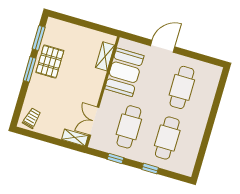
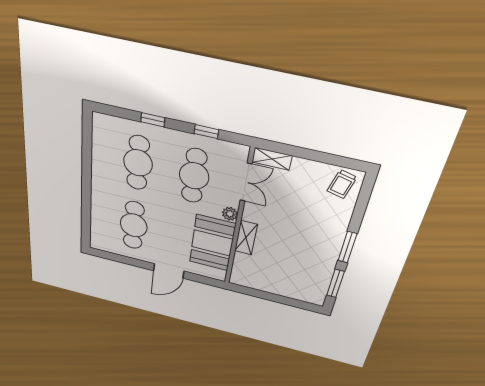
shelving: (105, 56) -> (246, 238), moved
pallet: (50, 62) -> (318, 256), removed
plant: (108, 97) -> (230, 214), added

